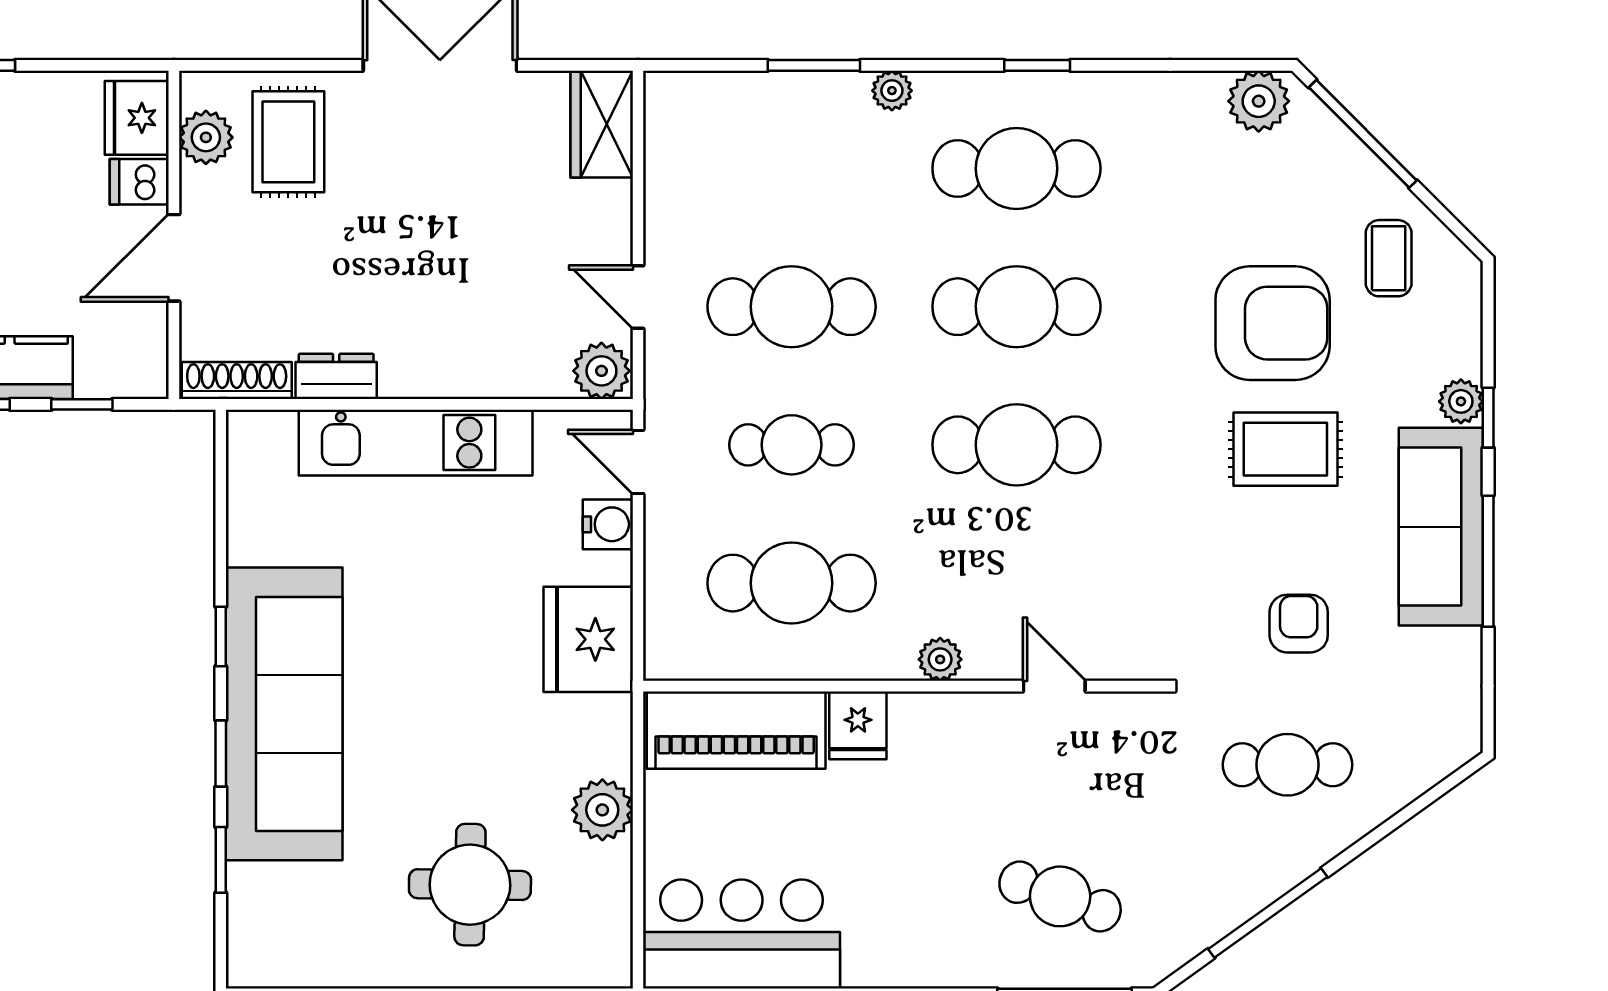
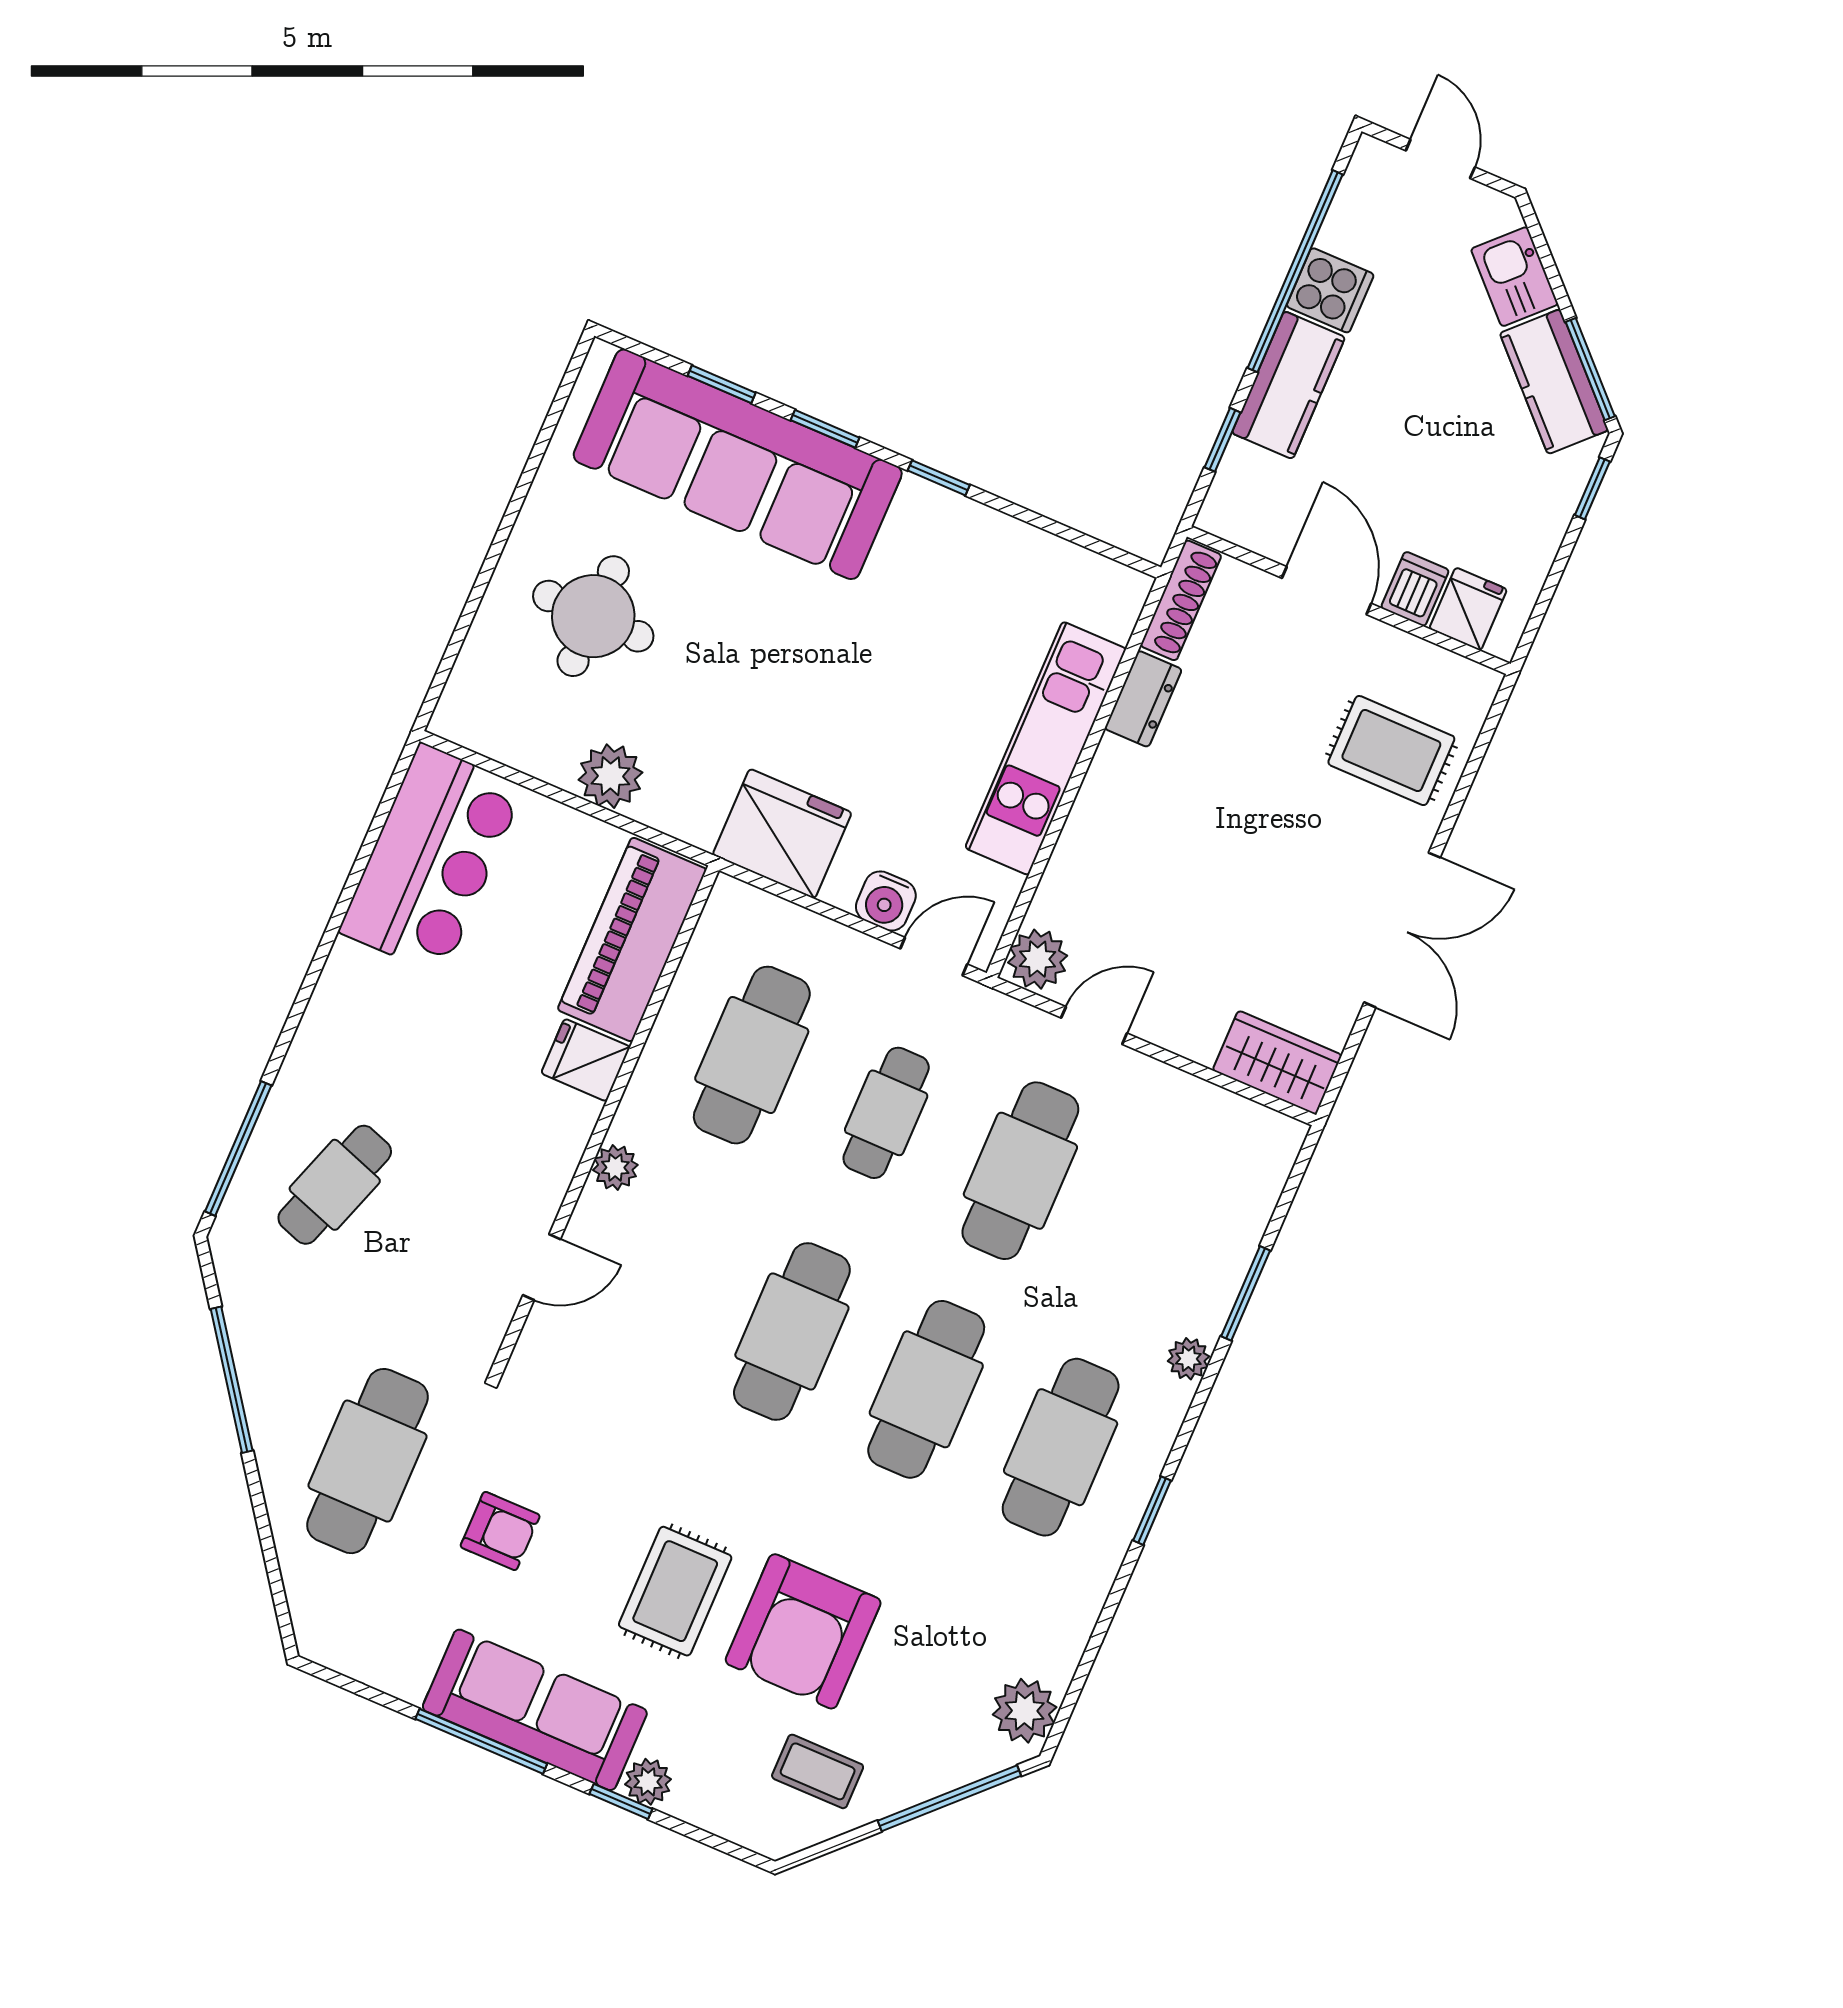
fridge: (137, 118) -> (1468, 609), width x0.72
plant: (206, 137) -> (1430, 672), removed
sofa: (284, 714) -> (738, 464), moved
cafe table: (1287, 765) -> (367, 1461), width x1.37, depth x1.35

